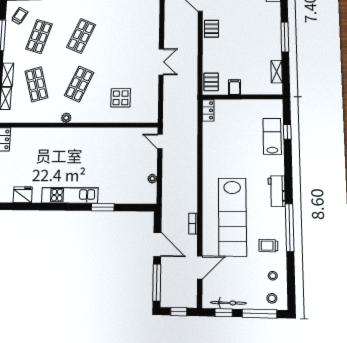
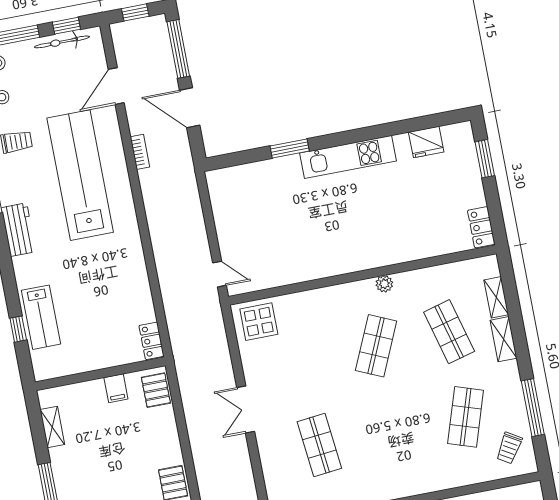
shop shelf: (81, 36) -> (319, 445), moved, turned -30
display table: (121, 98) -> (259, 322), moved
plant: (152, 179) -> (219, 211), removed

